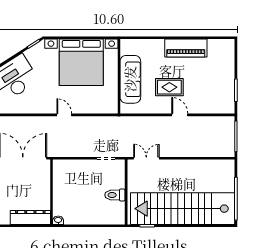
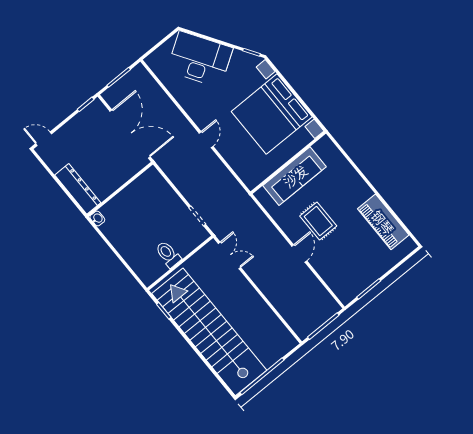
piano: (186, 48) -> (383, 222), moved

